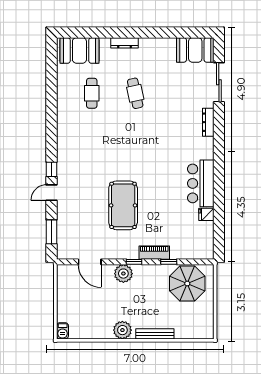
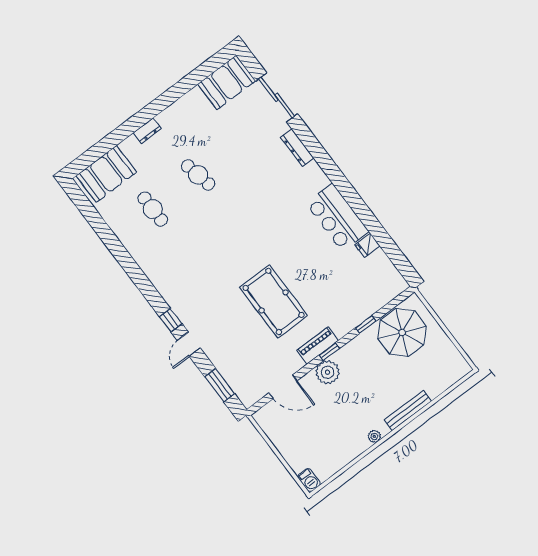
dresser: (125, 43) -> (147, 131), width x0.70
piano: (154, 253) -> (318, 345), moved
plant: (122, 330) -> (374, 436), width x0.53, depth x0.53

